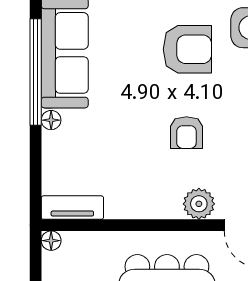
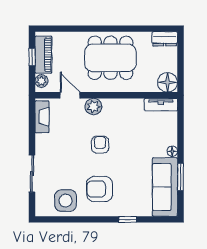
window: (36, 72) -> (180, 177), width x0.47
floor lamp: (51, 241) -> (168, 82), width x1.89, depth x1.89

